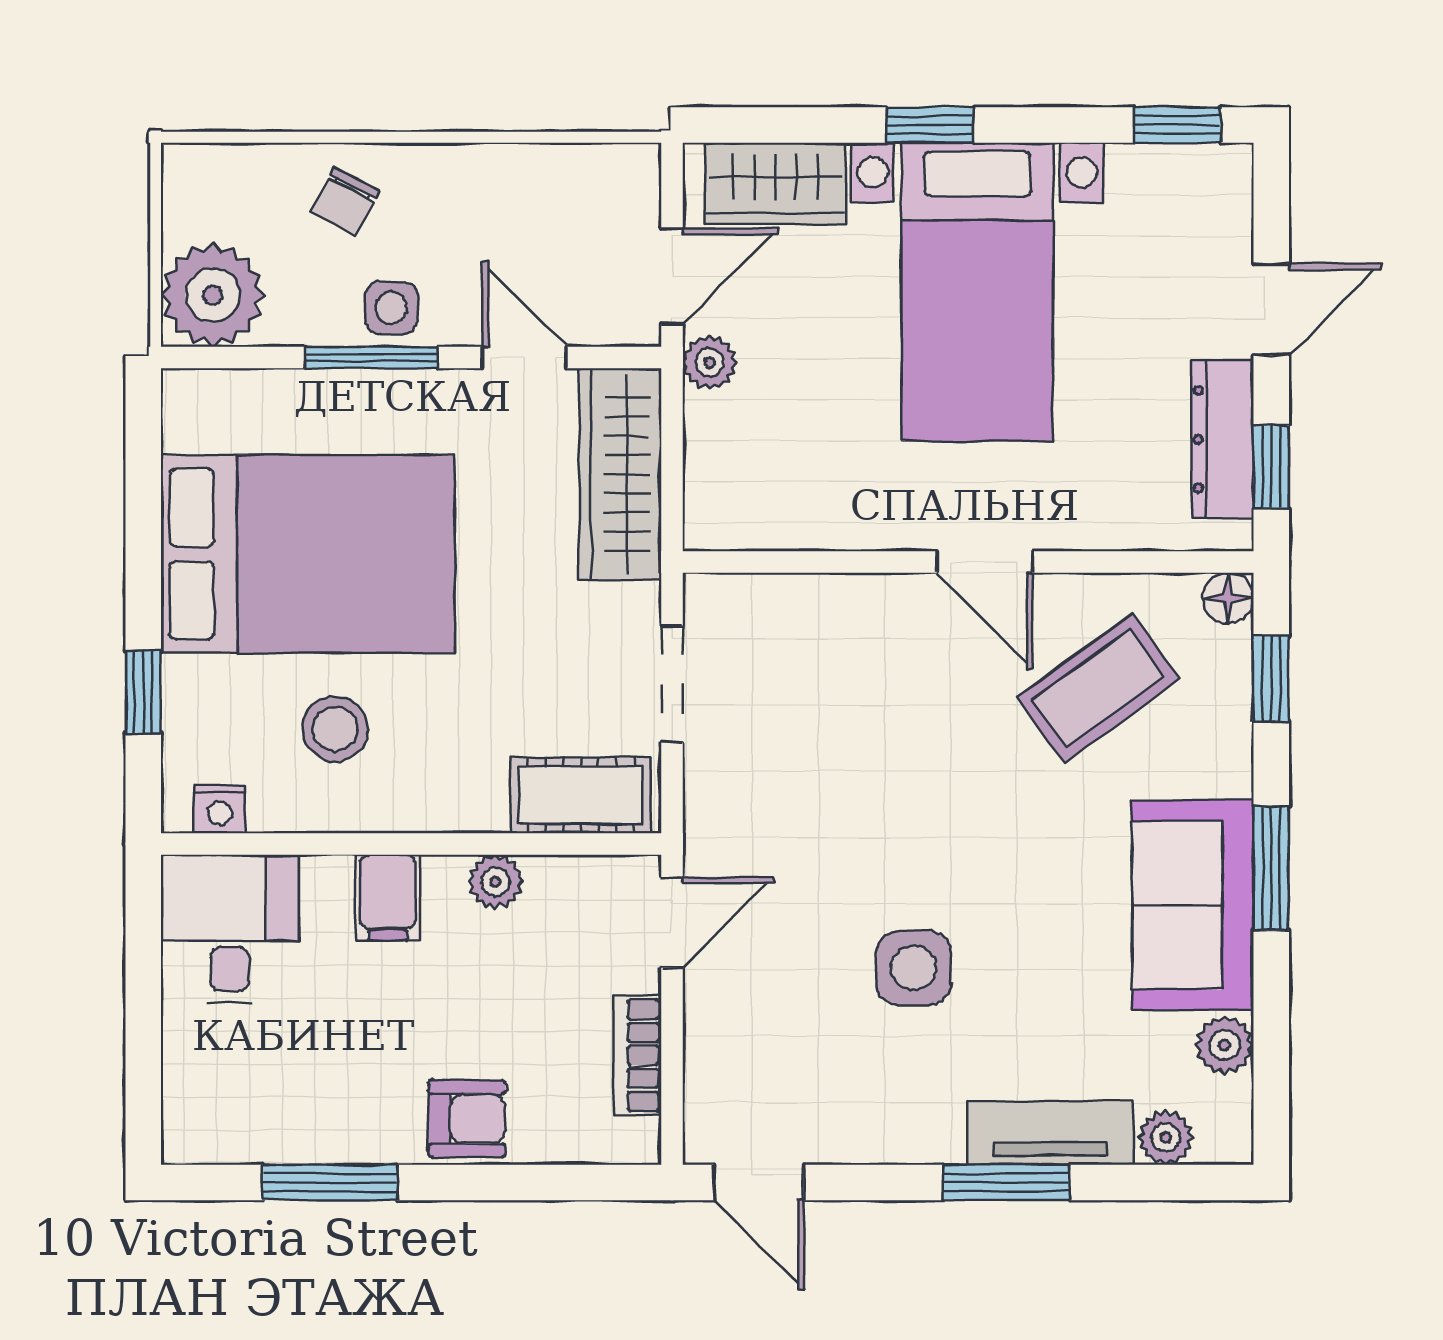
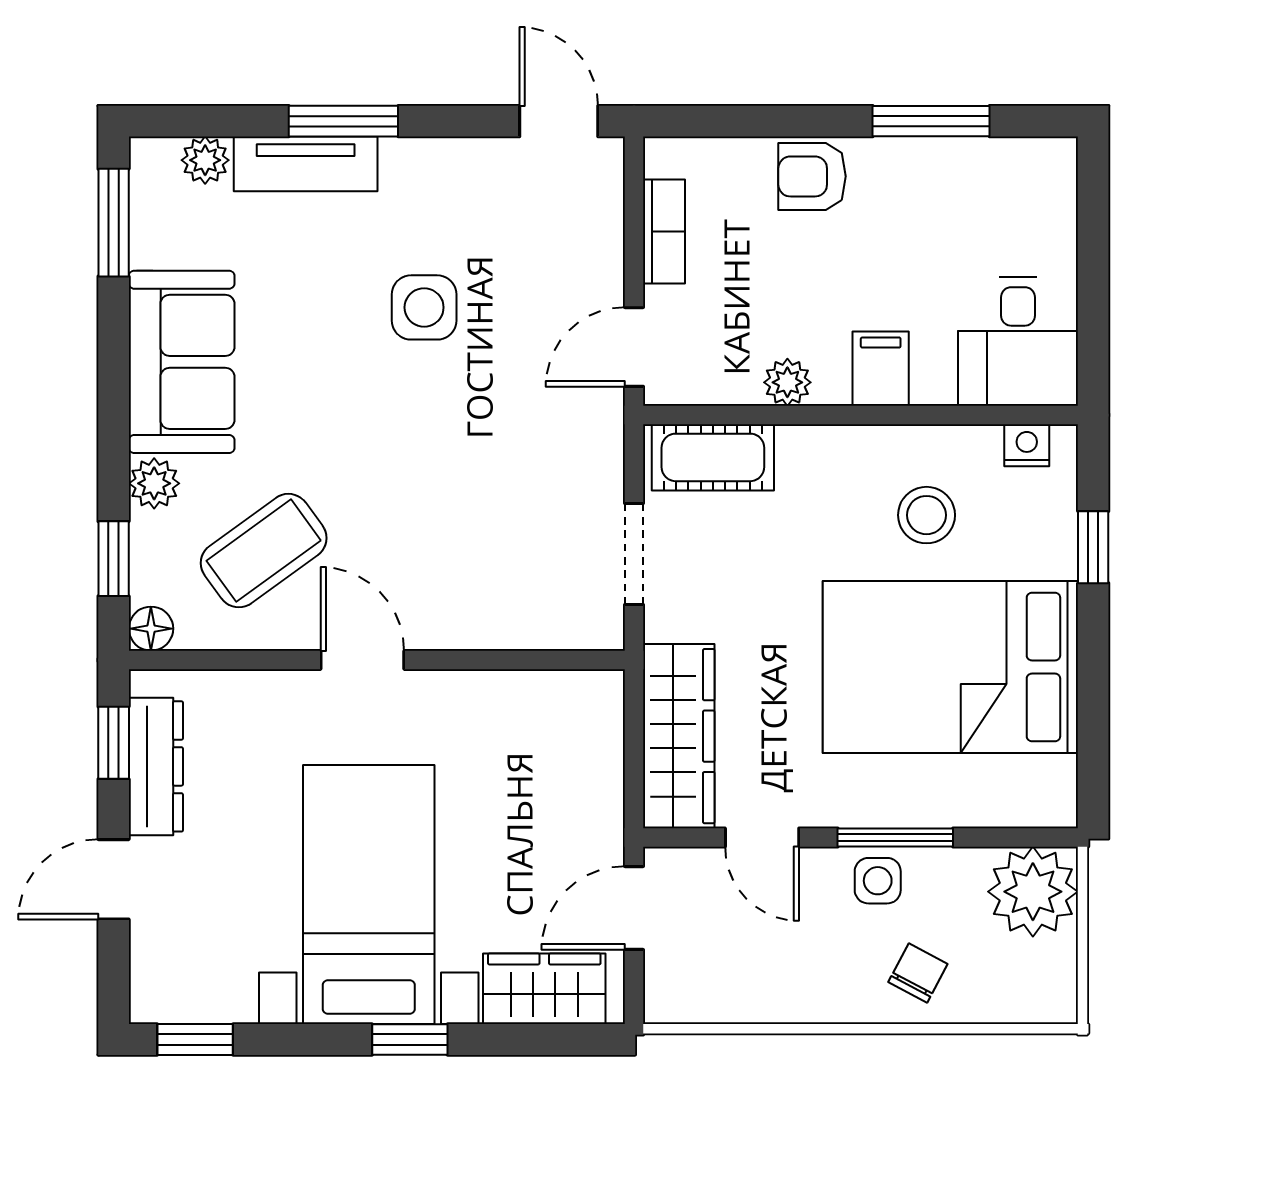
plant: (710, 362) -> (601, 833), removed
window: (1271, 868) -> (114, 223), moved
plant: (1224, 1045) -> (154, 483), moved

